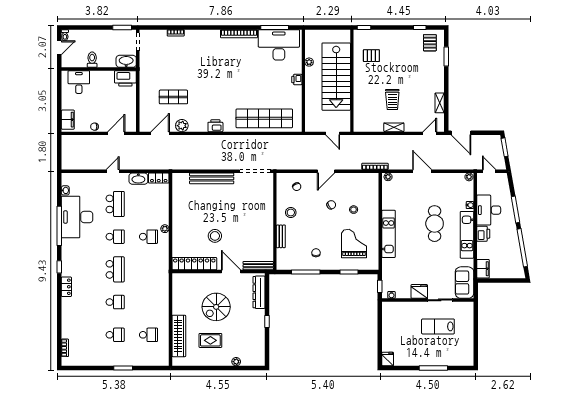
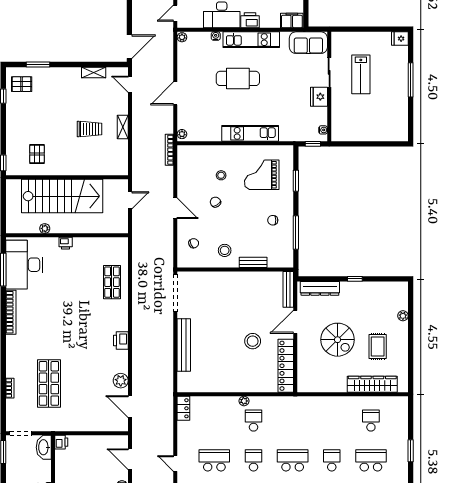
printer: (125, 78) -> (61, 442), width x0.53, depth x0.68
shop shelf: (173, 97) -> (49, 383), moved, width x1.43, depth x1.36
shop shelf: (264, 118) -> (112, 282), width x0.50, depth x0.74
washbasin: (138, 179) -> (184, 433), removed
school desk: (115, 335) -> (371, 460), width x1.85
fridge: (388, 359) -> (400, 39), moved

